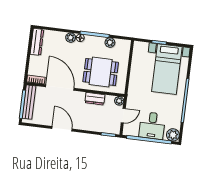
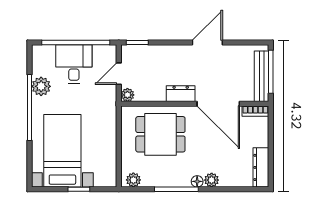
plant: (110, 43) -> (133, 180), moved
dresser: (95, 99) -> (181, 94), moved
door: (62, 129) -> (207, 42), swing flipped
plant: (173, 135) -> (41, 86), moved

